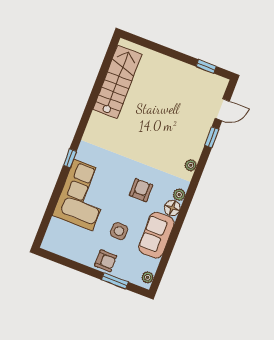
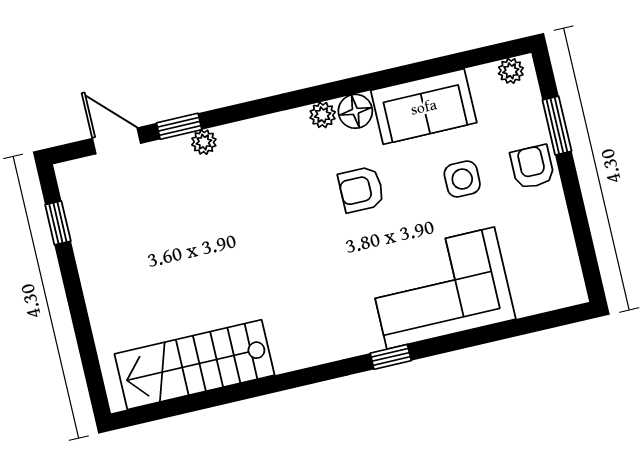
plant: (191, 165) -> (204, 142), moved

